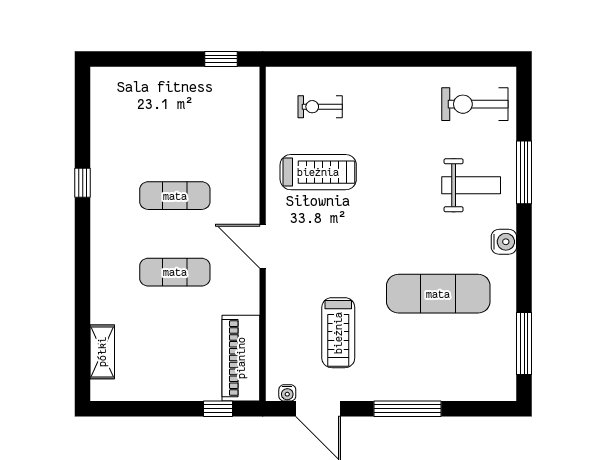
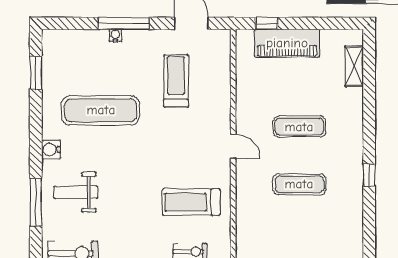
window: (83, 183) -> (369, 175), moved
door: (263, 246) -> (233, 146), width x0.73
window: (524, 343) -> (36, 73), width x0.69
piano: (241, 358) -> (287, 43), moved, turned 90
water cooler: (287, 393) -> (115, 35), moved

